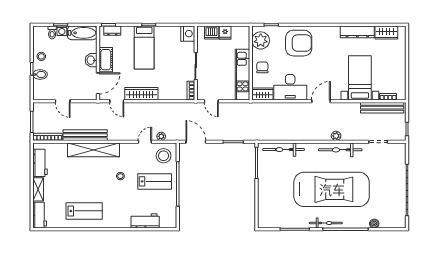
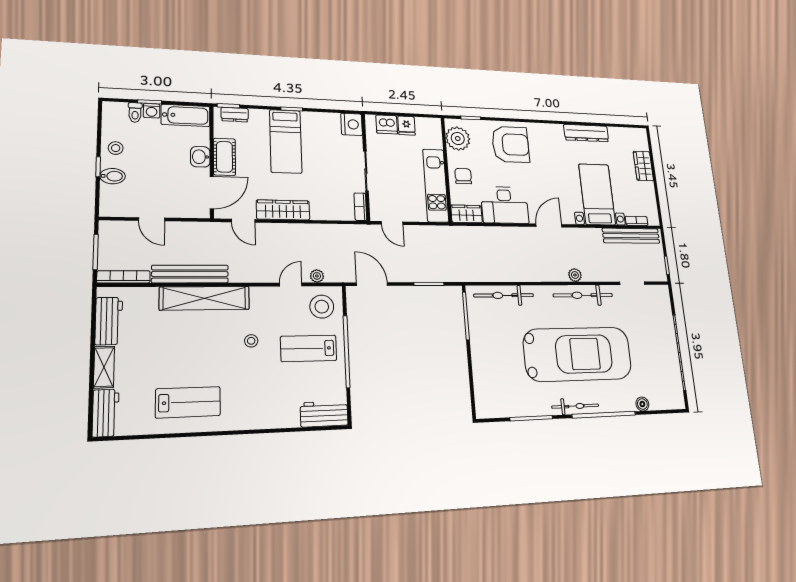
wardrobe: (386, 32) -> (643, 166), moved, turned 90
lab bench: (155, 181) -> (309, 348), turned 180
workbench: (145, 221) -> (324, 414), moved

